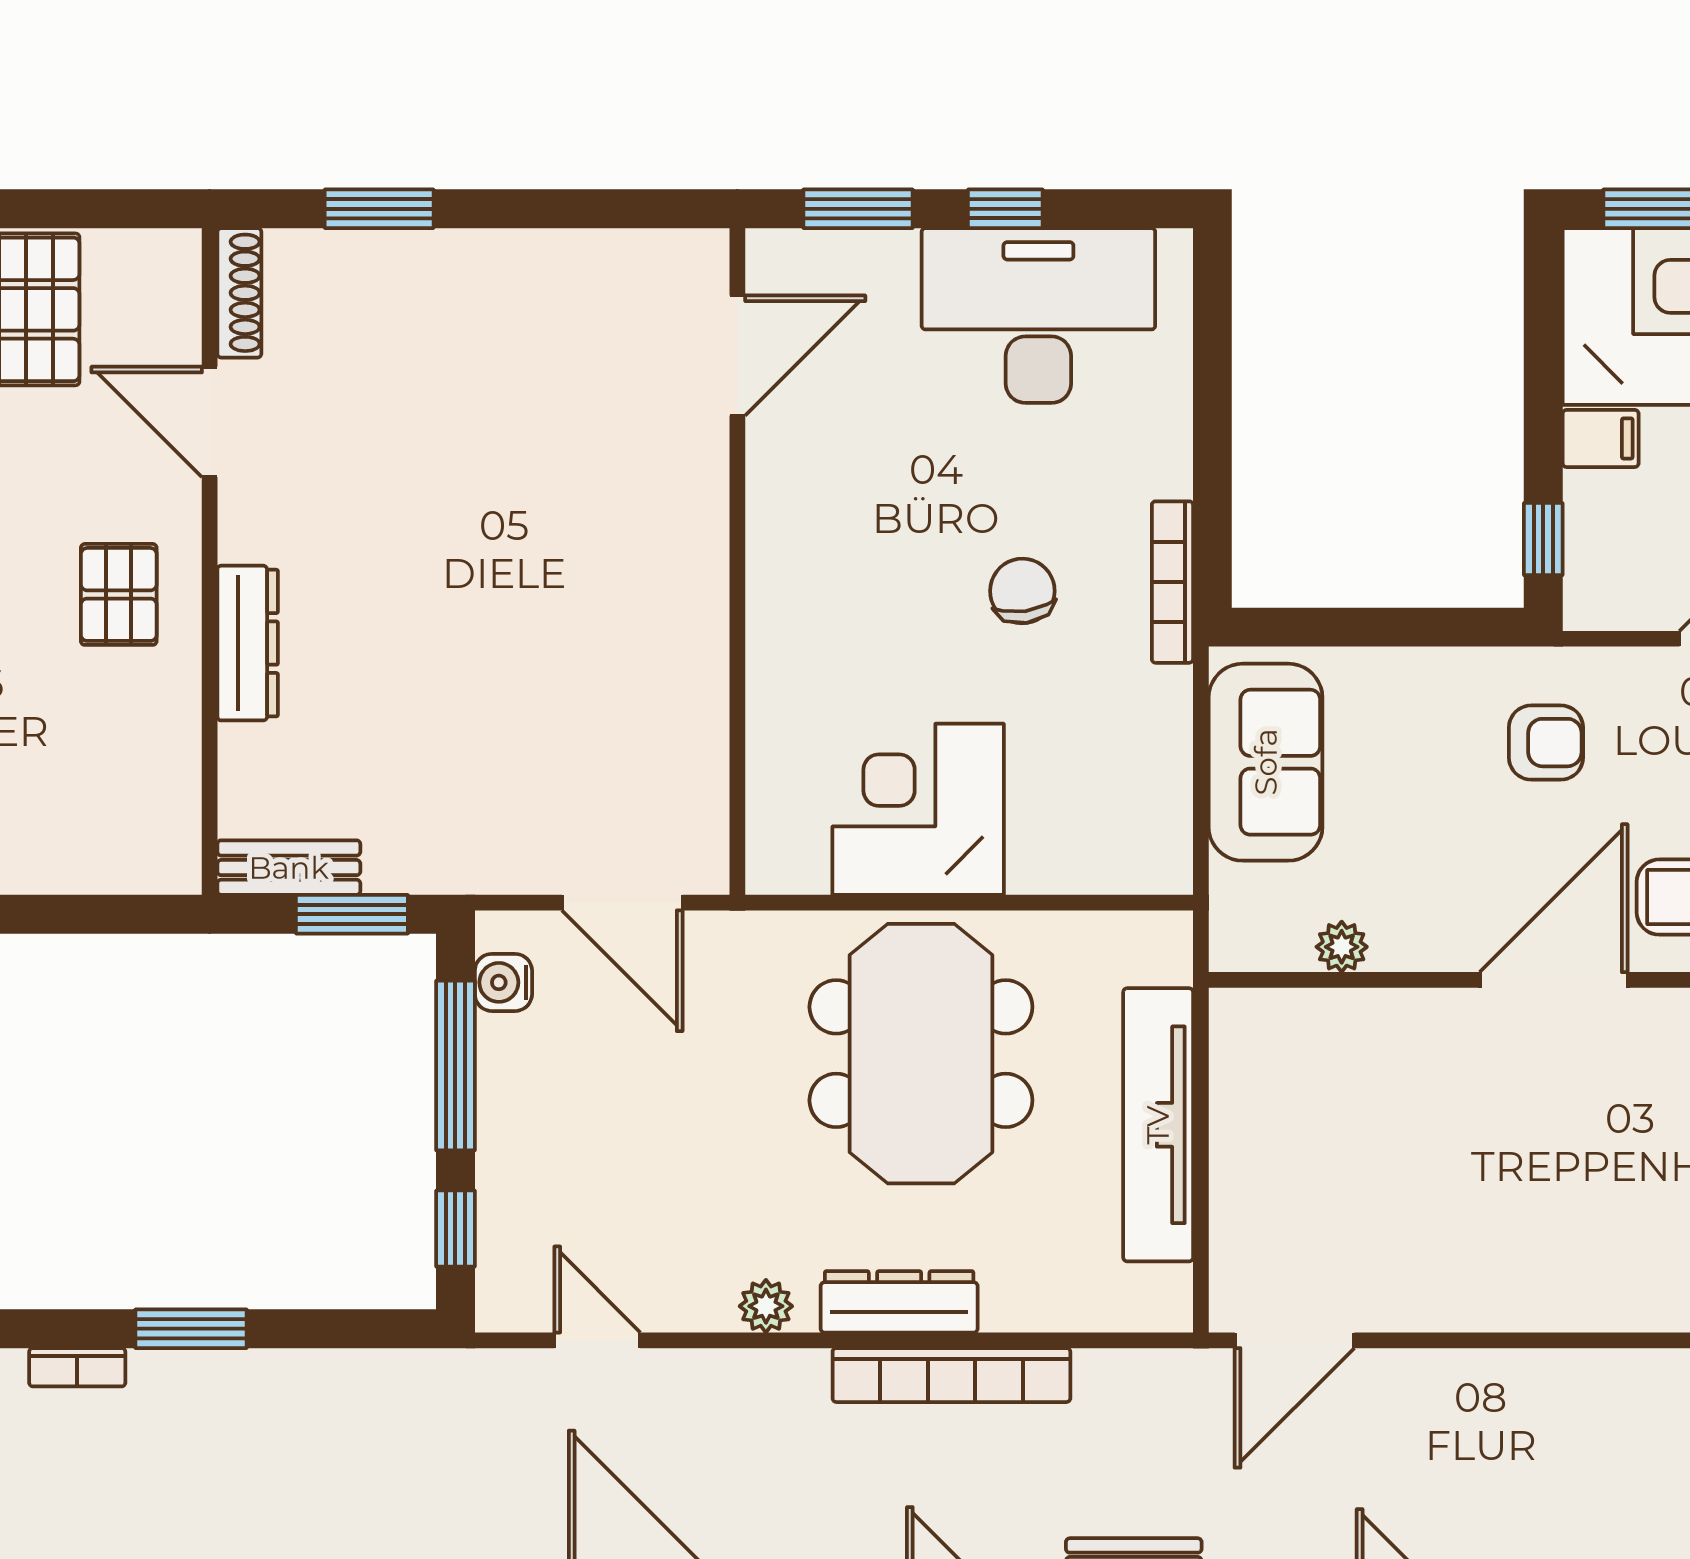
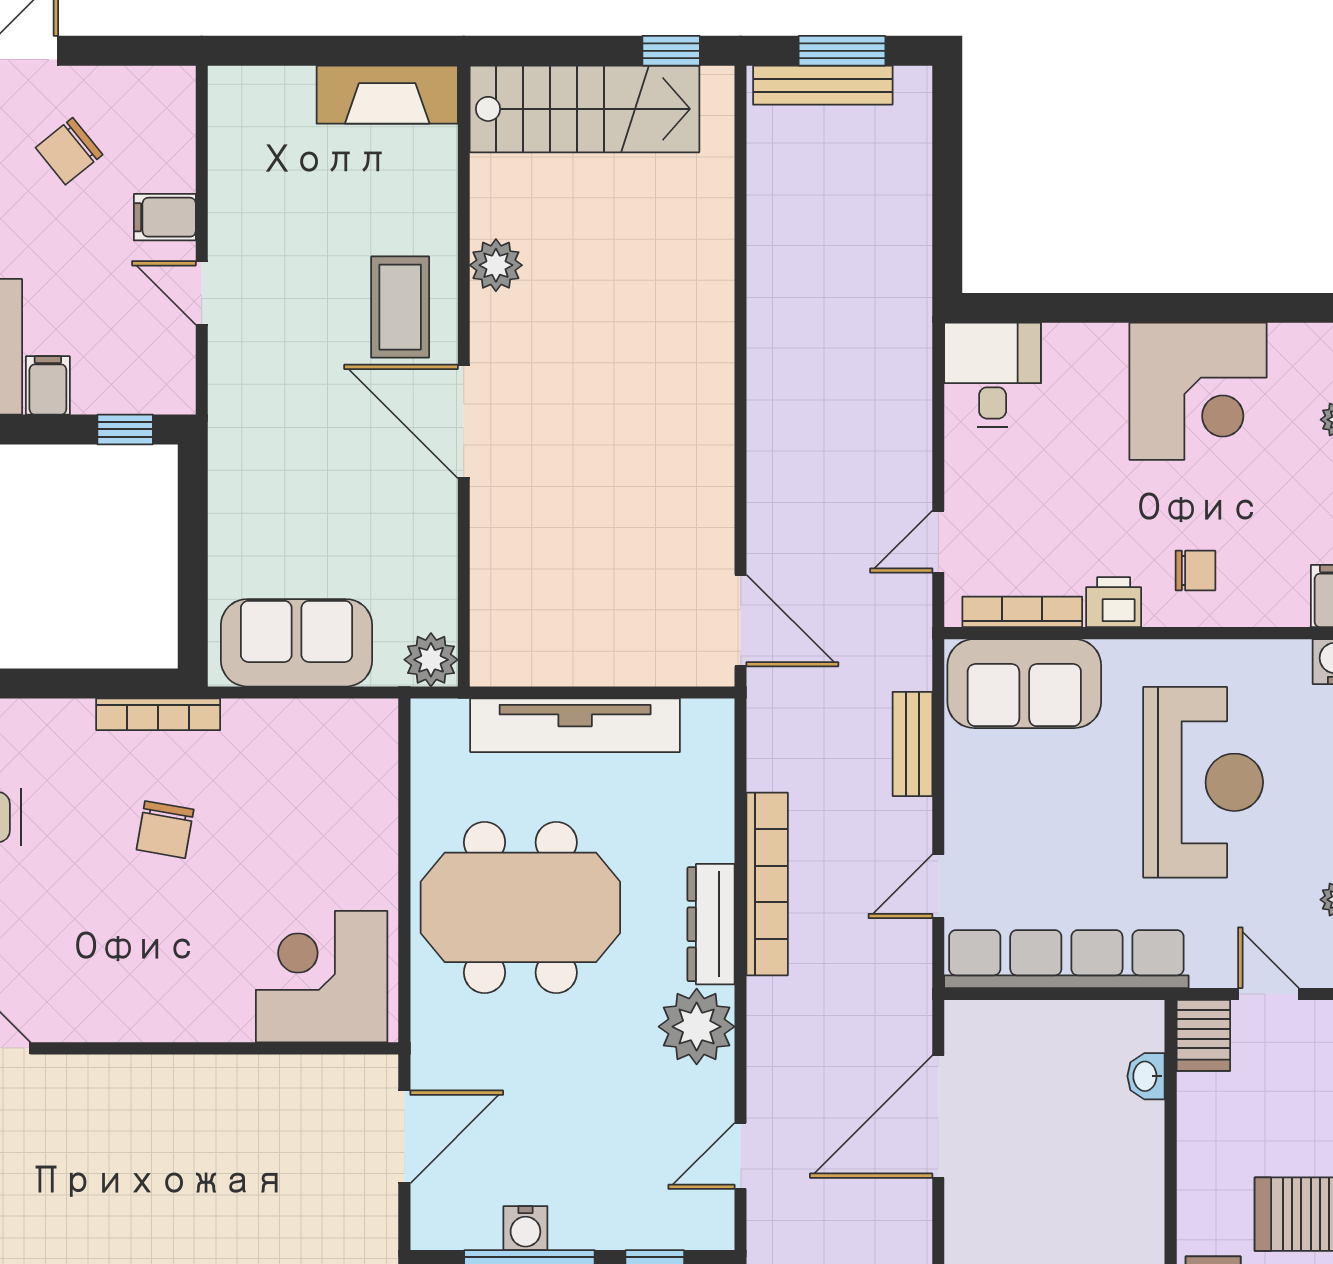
chair: (1022, 591) -> (165, 830), turned -72
armchair: (1546, 743) -> (281, 427), removed
corner desk: (918, 809) -> (322, 977), moved, turned 90
plant: (1342, 947) -> (431, 660), moved, width x1.38, depth x1.38
water cooler: (503, 982) -> (525, 1228), moved
plant: (766, 1306) -> (697, 1027), width x1.88, depth x1.88

